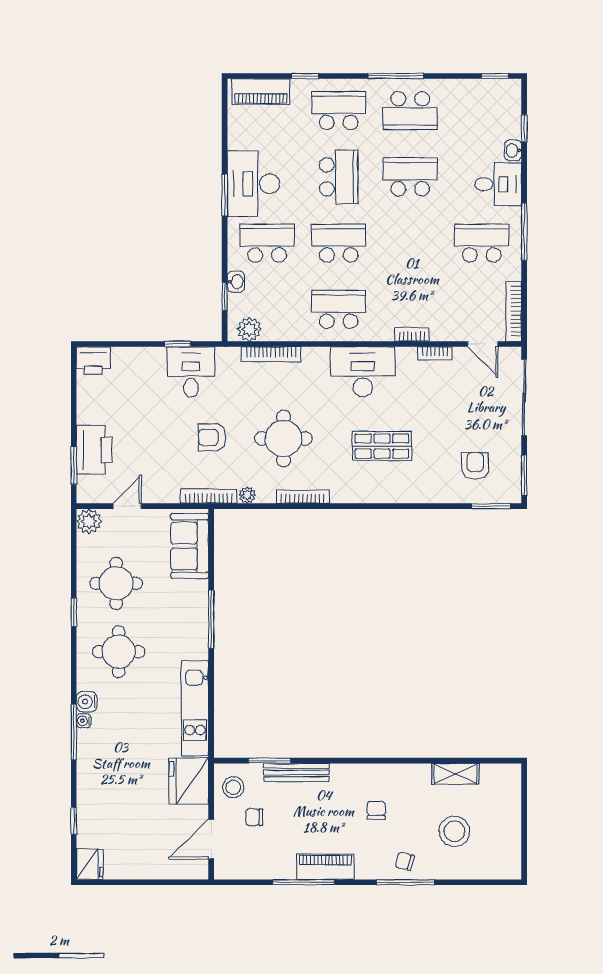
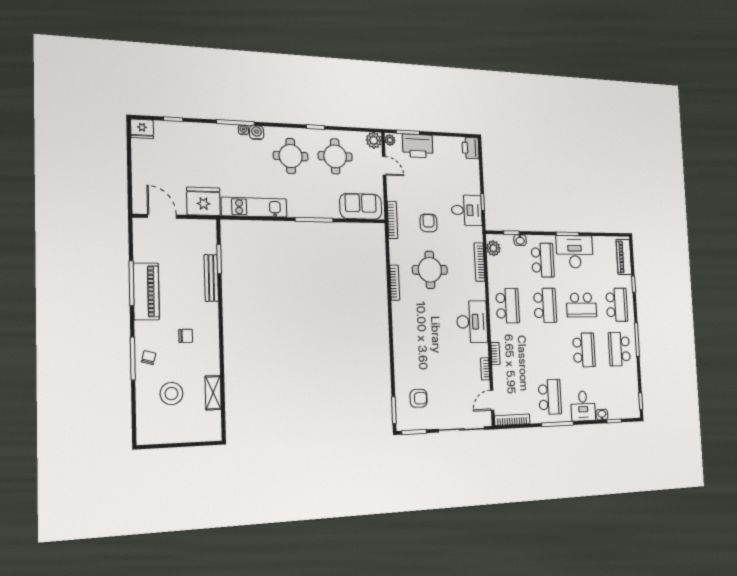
shop shelf: (382, 446) -> (428, 335), removed
plant: (247, 495) -> (390, 140), moved
stool: (233, 787) -> (200, 233), removed
chair: (254, 817) -> (179, 248), removed
piano: (325, 867) -> (146, 291), width x1.37, depth x1.33

